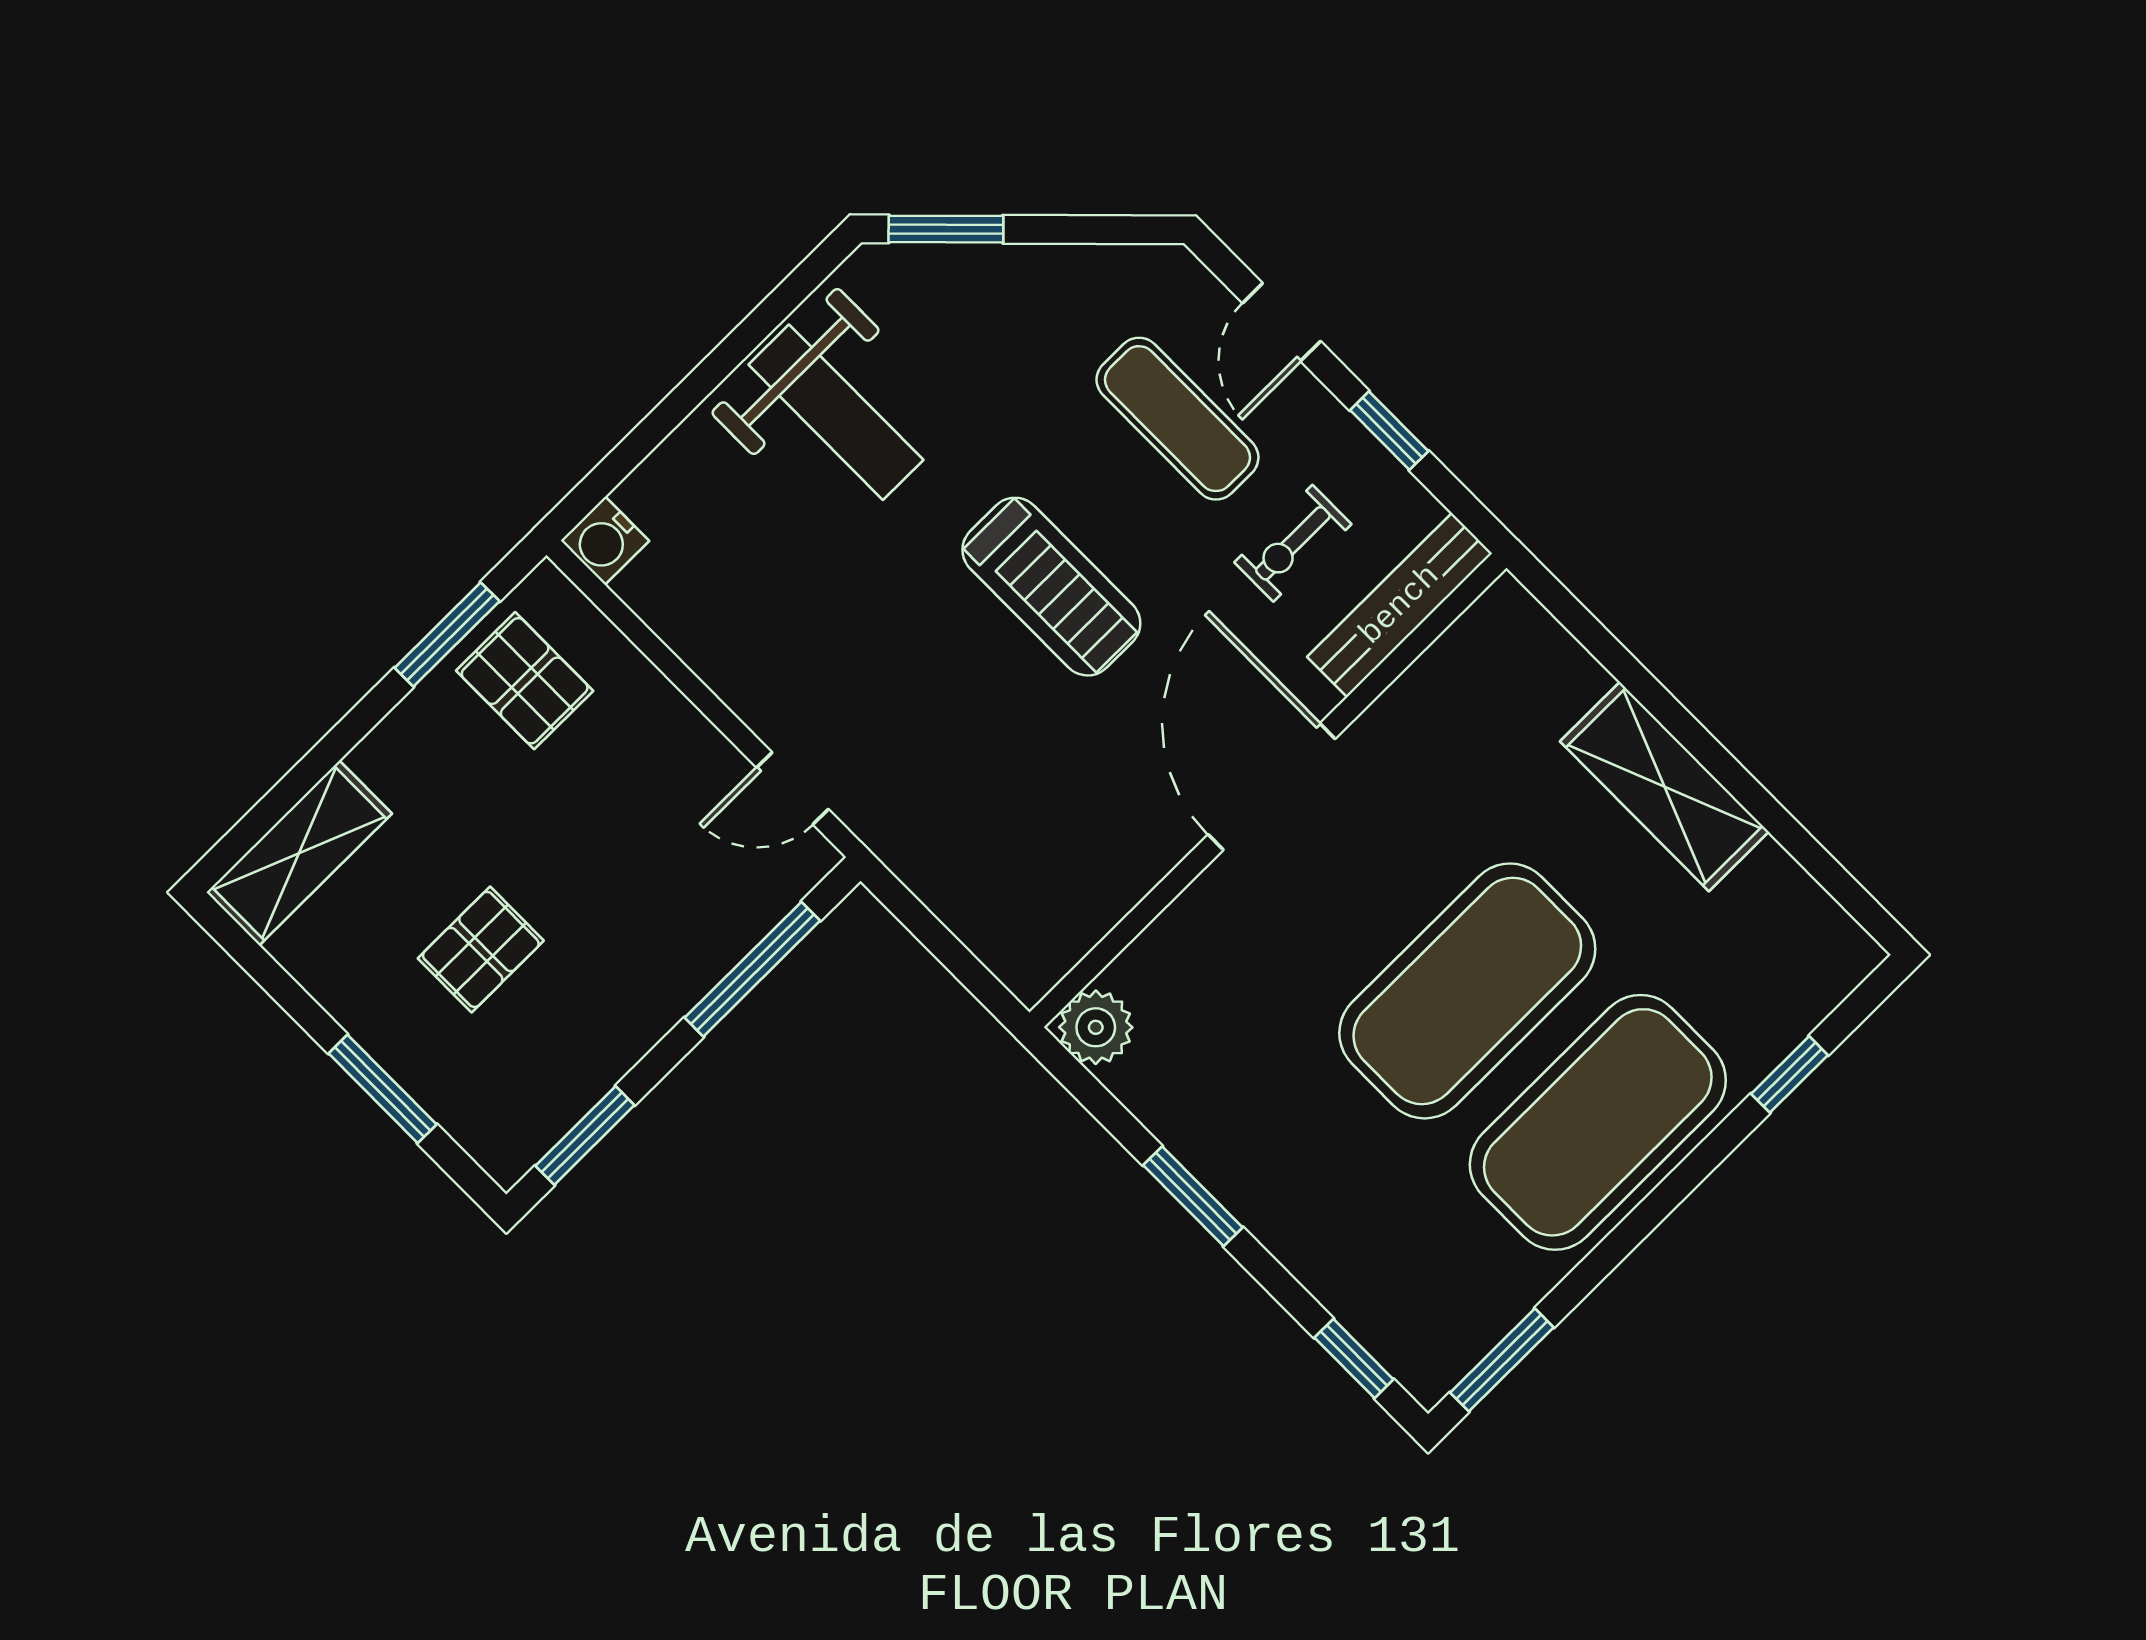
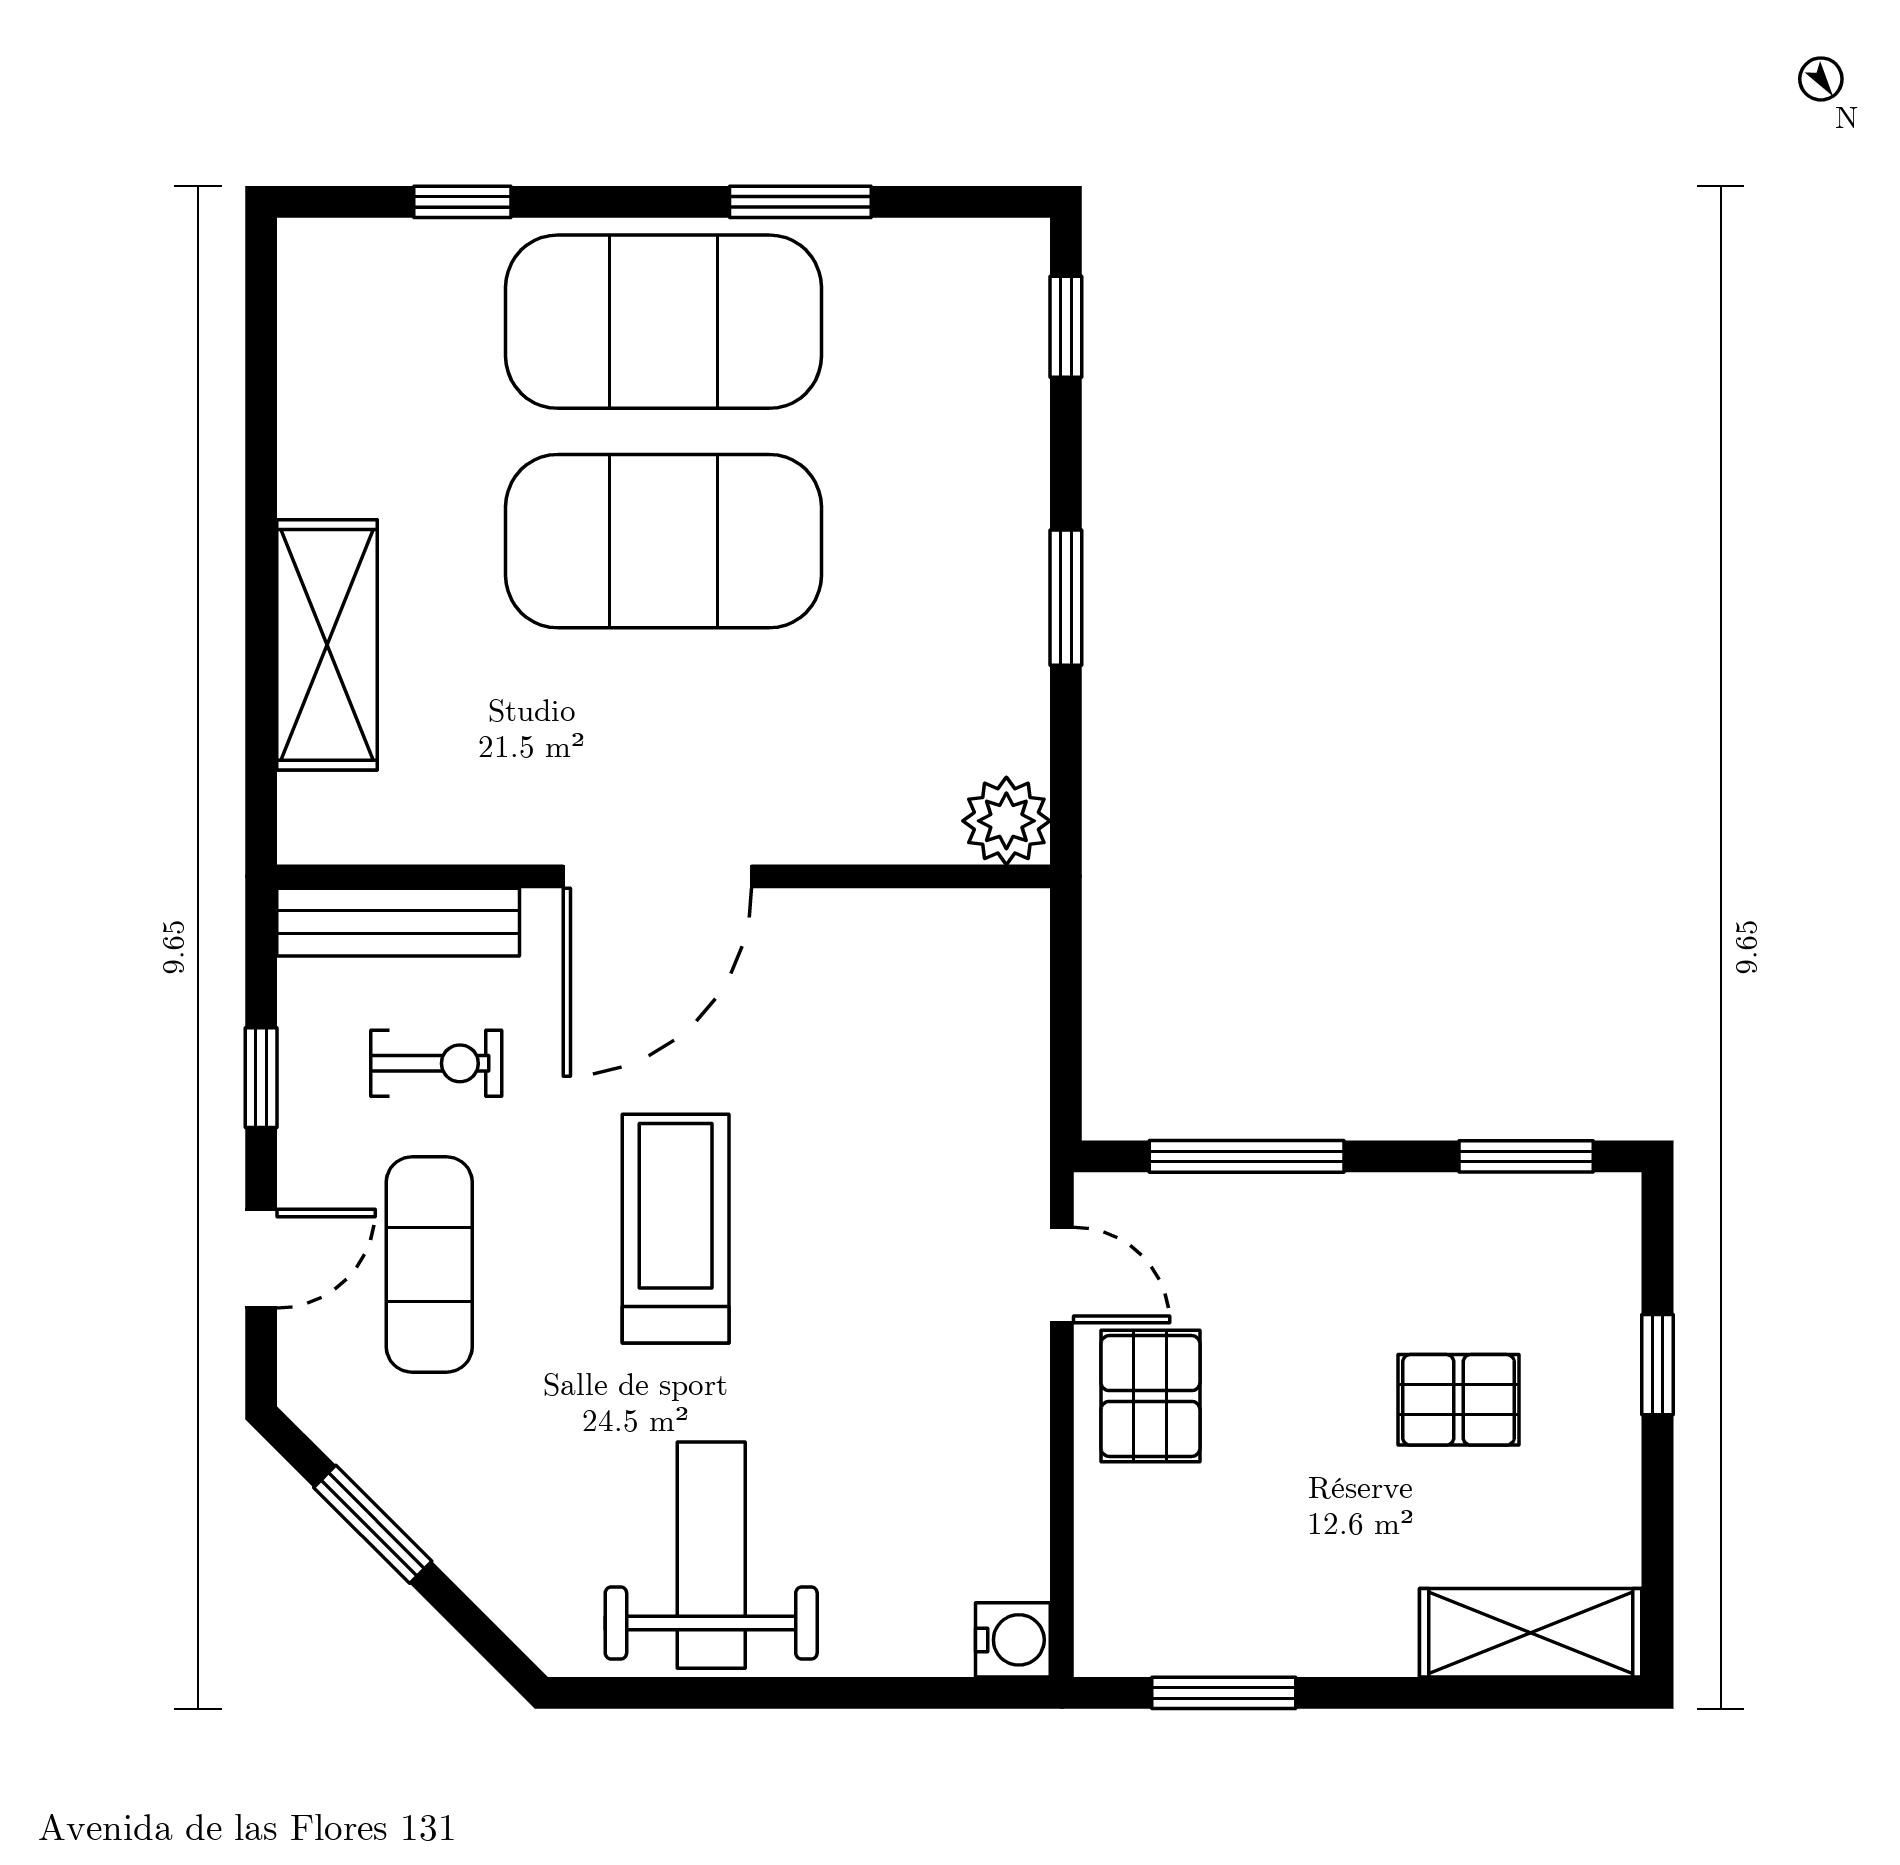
window: (946, 229) -> (373, 1524), moved
pallet: (525, 681) -> (1150, 1396), moved
shelving: (1664, 787) -> (327, 645), moved
window: (383, 1089) -> (1657, 1365), width x0.67
window: (1502, 1360) -> (800, 202), moved

